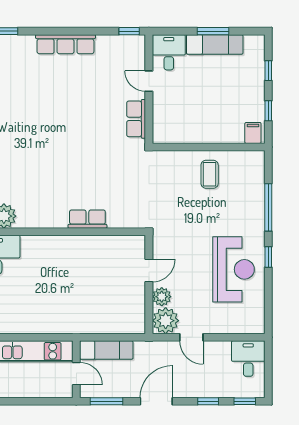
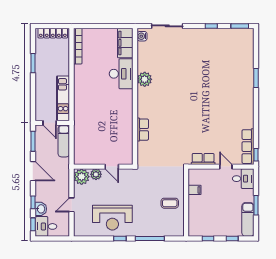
row of seats: (65, 44) -> (248, 147), moved
exam couch: (215, 44) -> (248, 219), moved
door: (149, 81) -> (226, 167), hinge flipped
filing cabinet: (253, 133) -> (195, 190), moved
door: (191, 337) -> (72, 205), moved
desk: (248, 359) -> (46, 226), moved, turned 180
door: (76, 374) -> (50, 123), hinge flipped
washbasin: (219, 388) -> (41, 209), added

